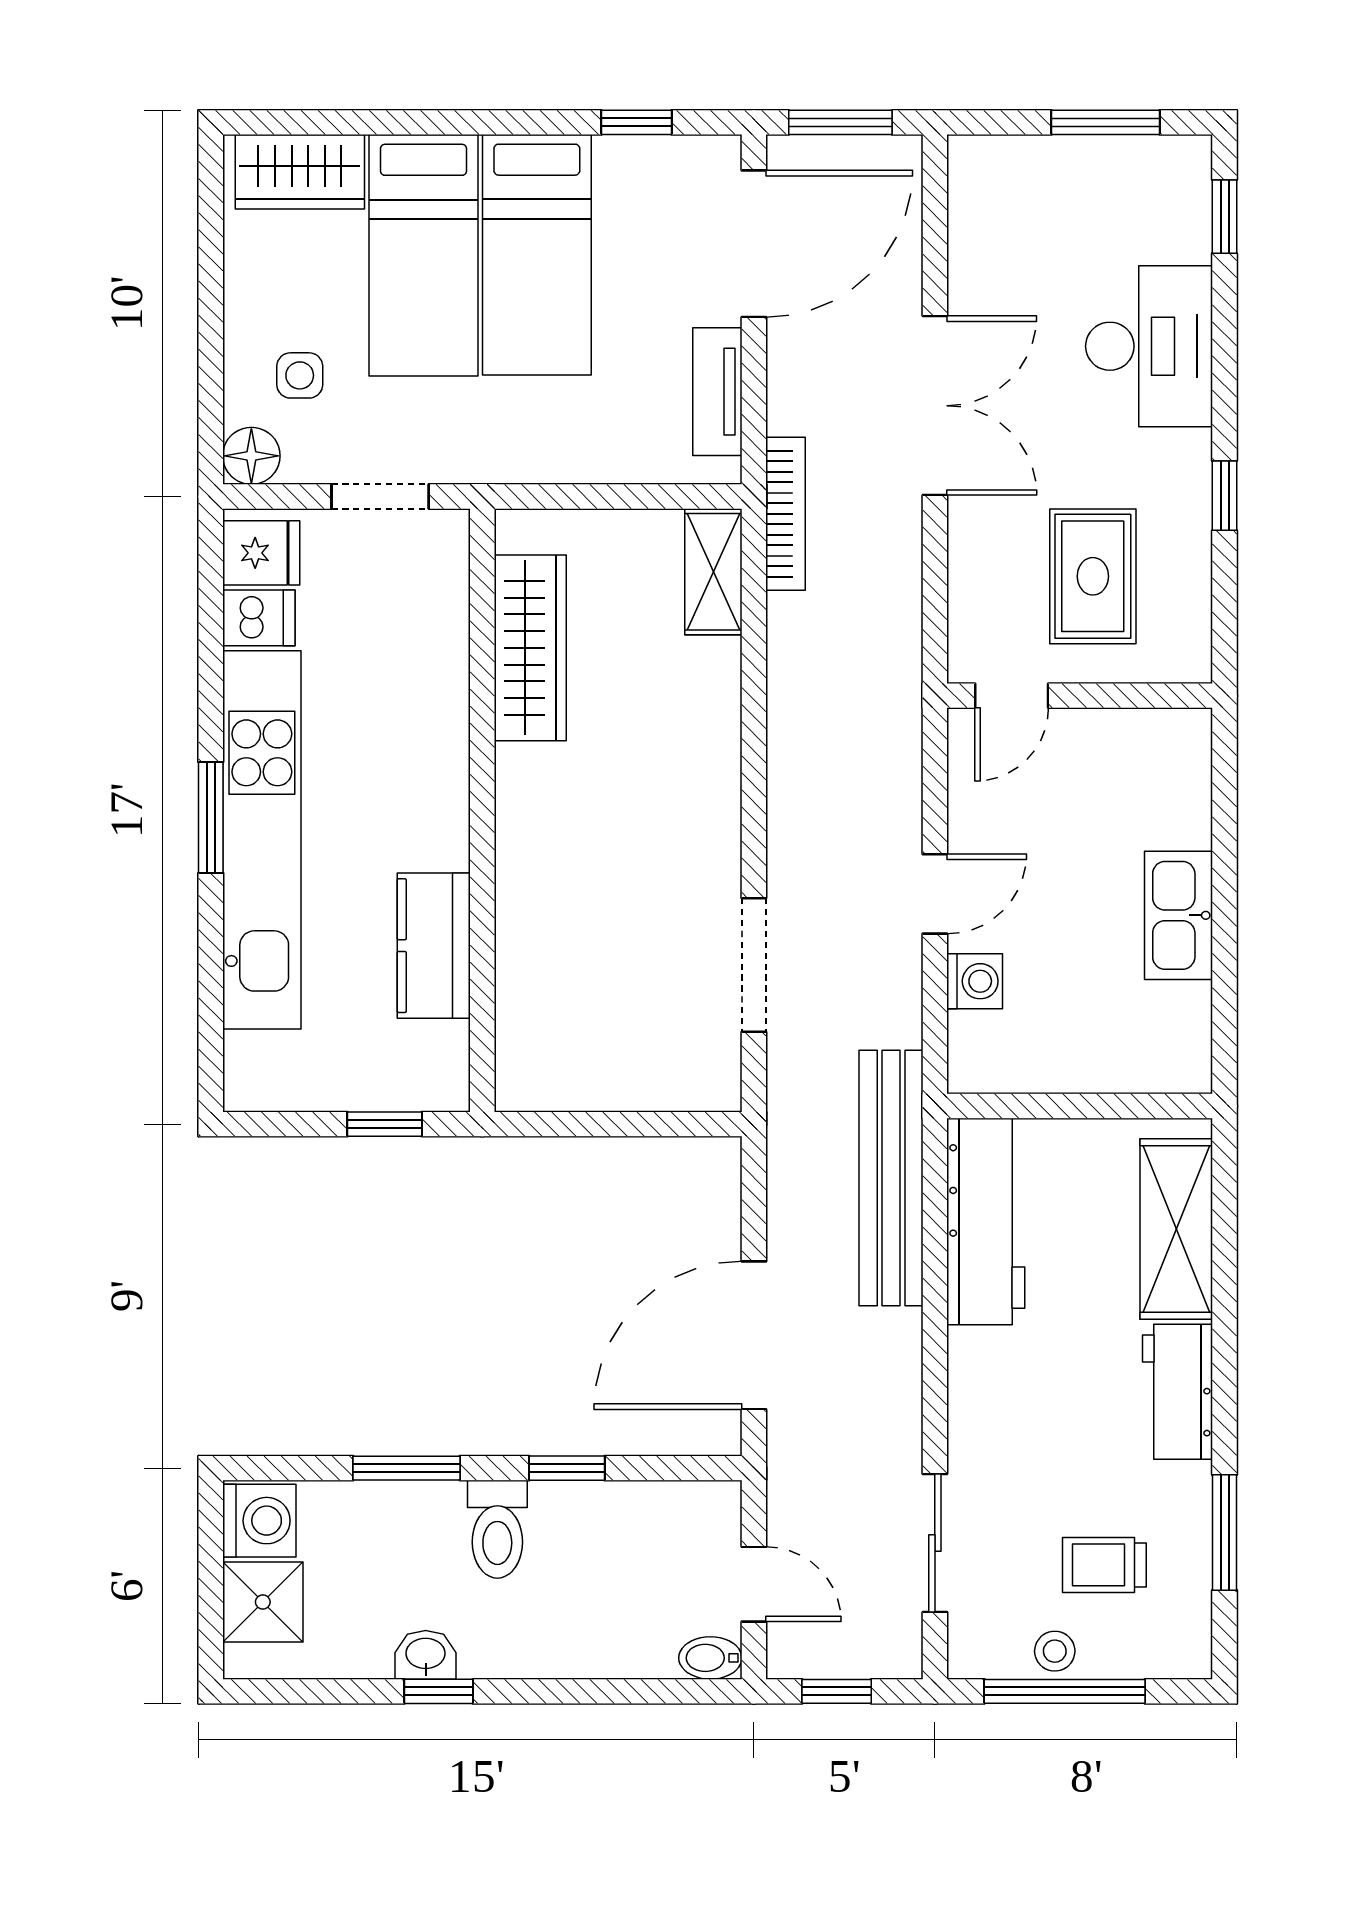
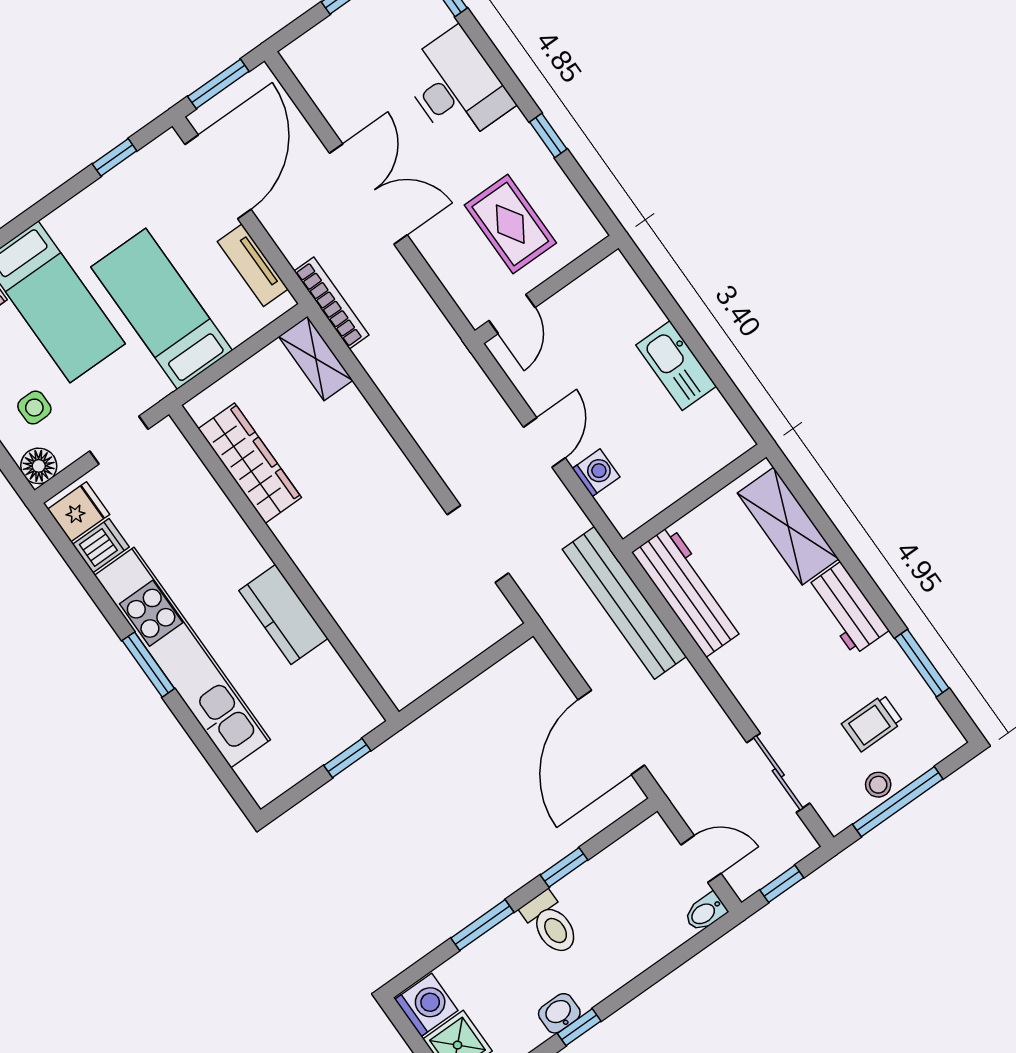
bed: (537, 255) -> (162, 309), moved, turned 180
kitchen counter: (434, 946) -> (283, 614), moved

